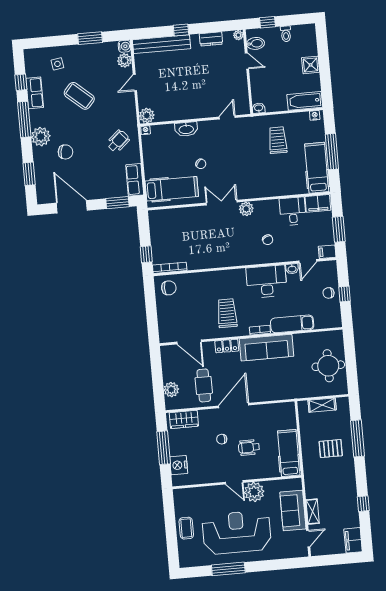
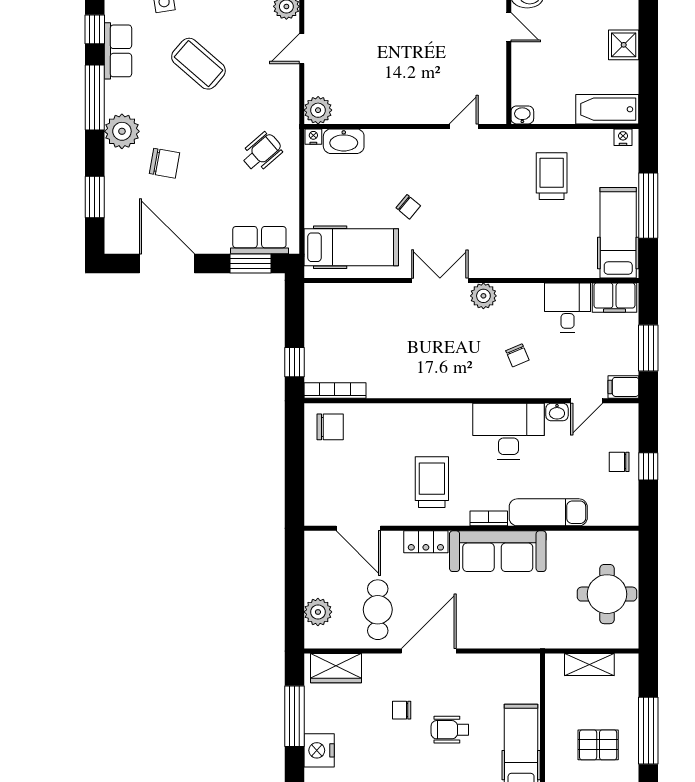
washbasin: (186, 129) -> (344, 141), moved
row of seats: (135, 180) -> (259, 240), moved, turned 90

